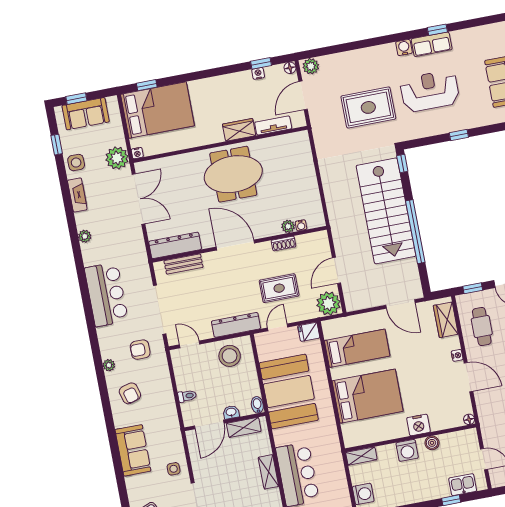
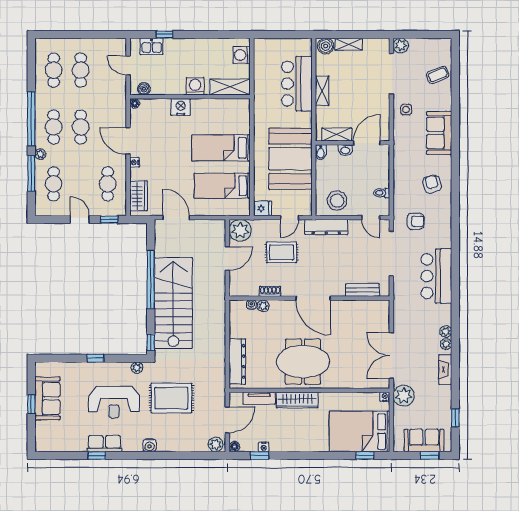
water cooler: (404, 48) -> (150, 445), moved
wardrobe: (239, 130) -> (297, 400), width x1.50
plant: (412, 133) -> (137, 368), added
side table: (76, 163) -> (441, 399), removed
dresser: (175, 245) -> (237, 361), moved, turned -90
plant: (109, 365) -> (446, 344), moved
toilet: (187, 396) -> (382, 193), moved
bed: (368, 396) -> (221, 148), width x0.67
boiler: (432, 443) -> (144, 89), moved
shelving: (361, 456) -> (230, 87), width x1.50, depth x1.33

